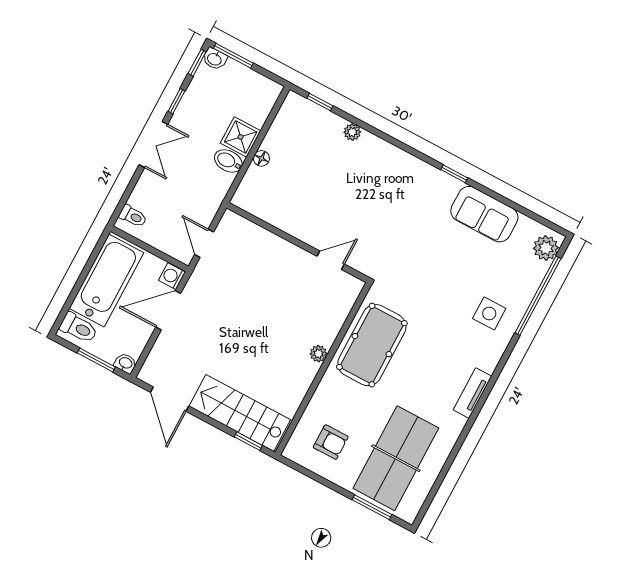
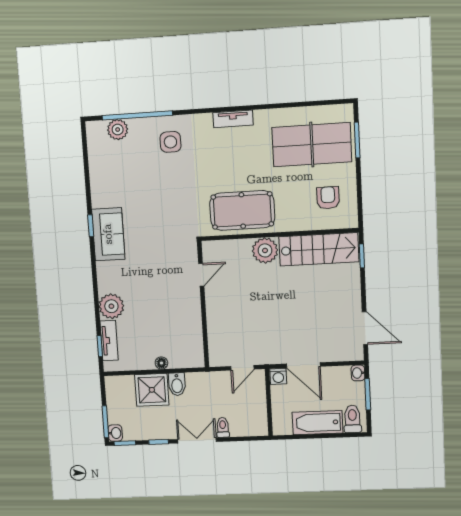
tv unit: (320, 116) -> (109, 341), added
plant: (352, 132) -> (111, 306), width x1.87, depth x1.87
shower: (241, 137) -> (152, 390), width x1.36, depth x1.36
sofa: (484, 214) -> (108, 234), moved
toilet: (133, 216) -> (223, 427), moved
plant: (546, 248) -> (118, 130), moved
door: (331, 260) -> (201, 275), swing flipped
bathtub: (106, 281) -> (318, 423), width x0.73, depth x0.73
plant: (318, 354) -> (265, 250), width x1.88, depth x1.88
door: (170, 399) -> (365, 328), hinge flipped
stairs: (240, 413) -> (319, 249), moved, turned -90

